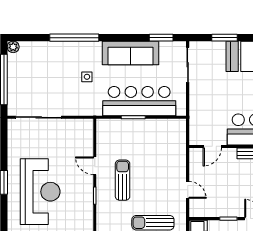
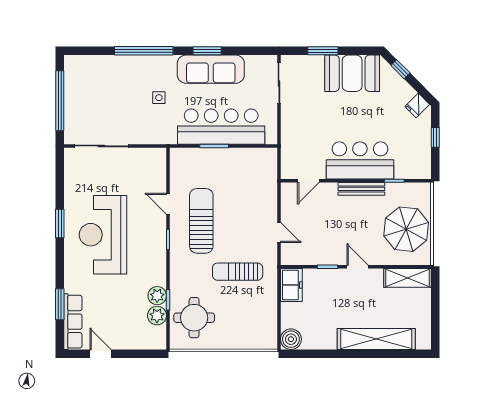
window: (161, 38) -> (207, 51), moved
plant: (13, 47) -> (71, 62), removed
sun lounger: (123, 180) -> (201, 221), width x1.36, depth x1.34
reception desk: (40, 192) -> (103, 235), turned 180

